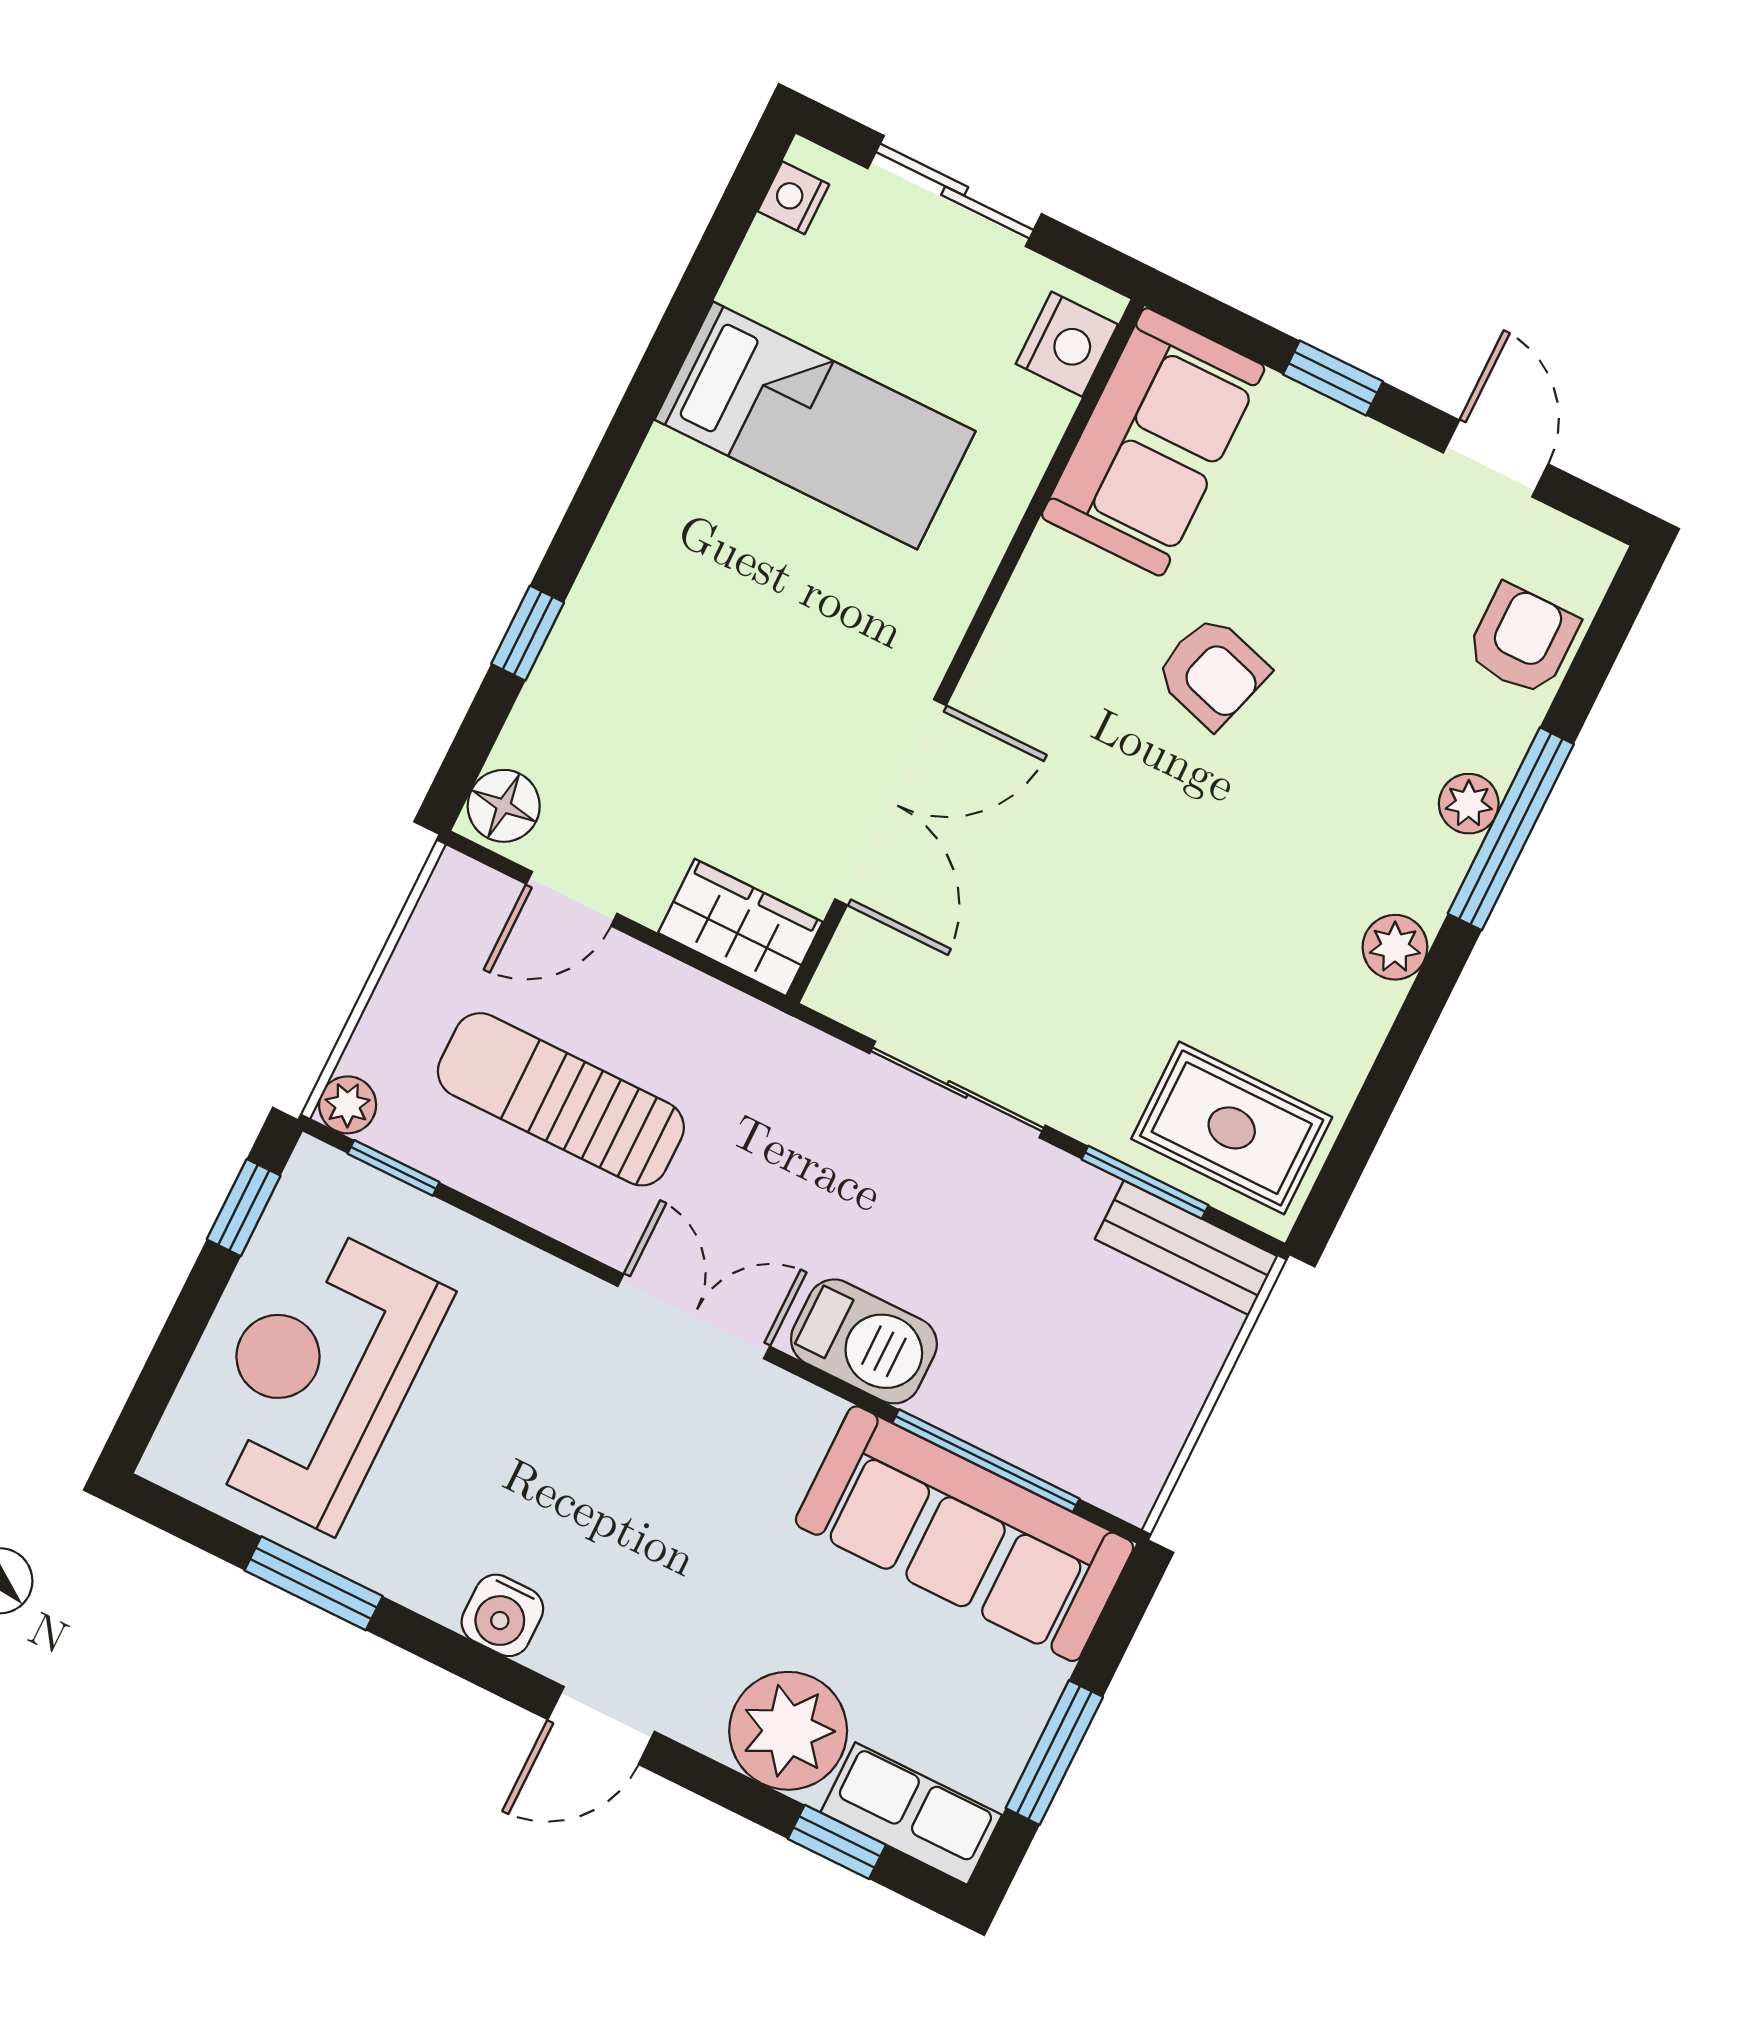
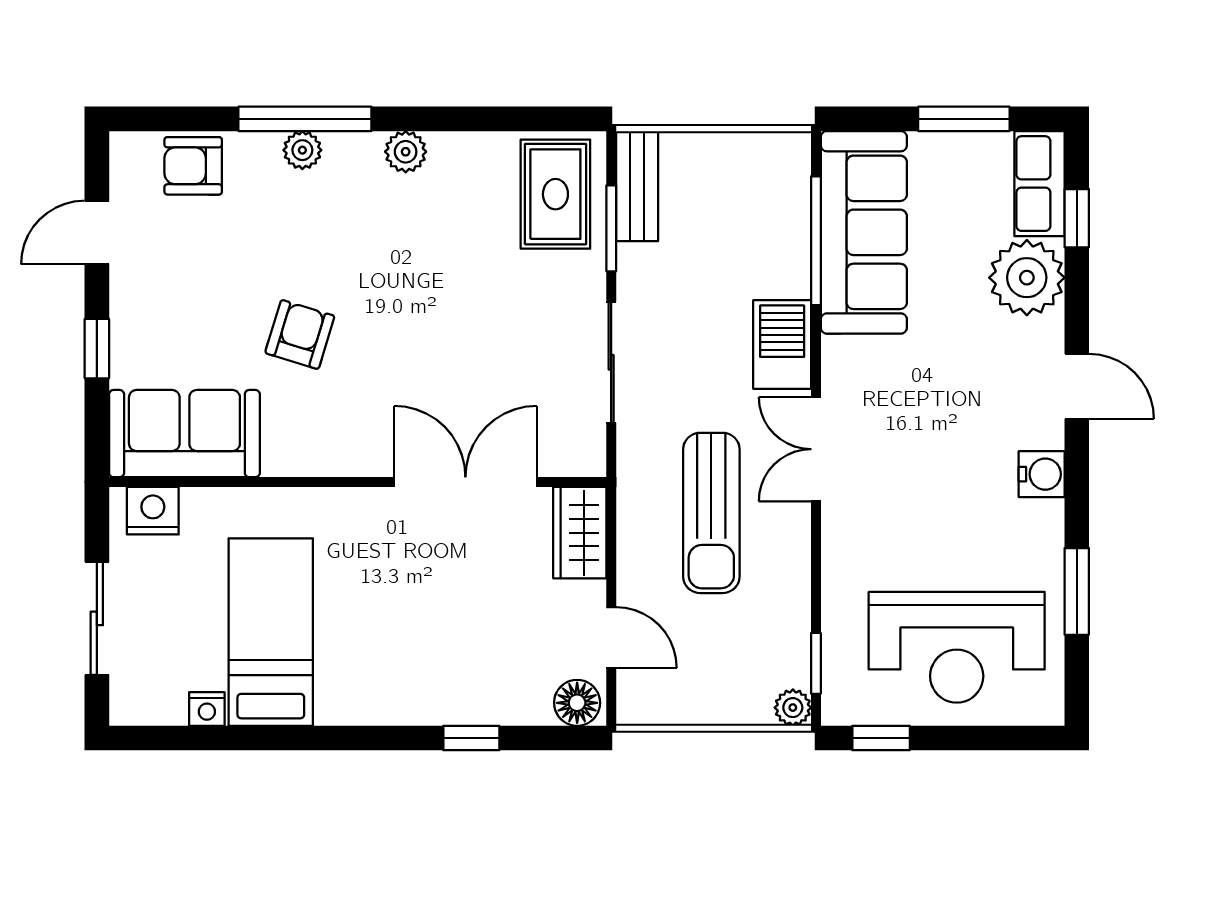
nightstand: (793, 198) -> (207, 709), moved
sun lounger: (561, 1099) -> (711, 513), moved

